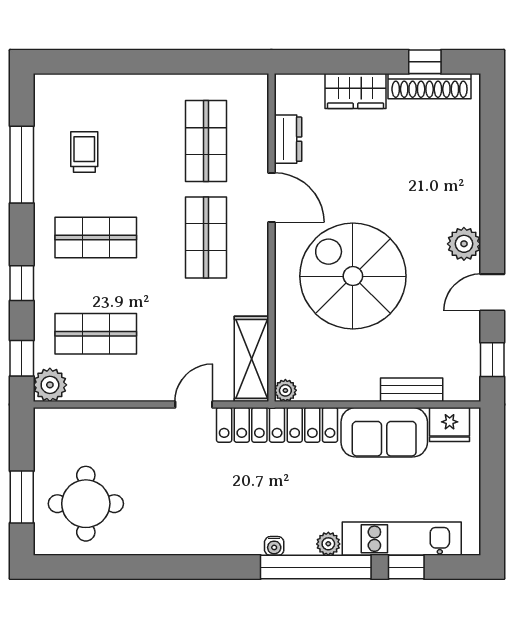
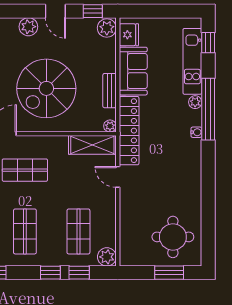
window: (22, 358) -> (79, 273), moved
plant: (462, 385) -> (107, 28), added
bench: (412, 390) -> (110, 91), moved
window: (406, 567) -> (208, 43), moved

